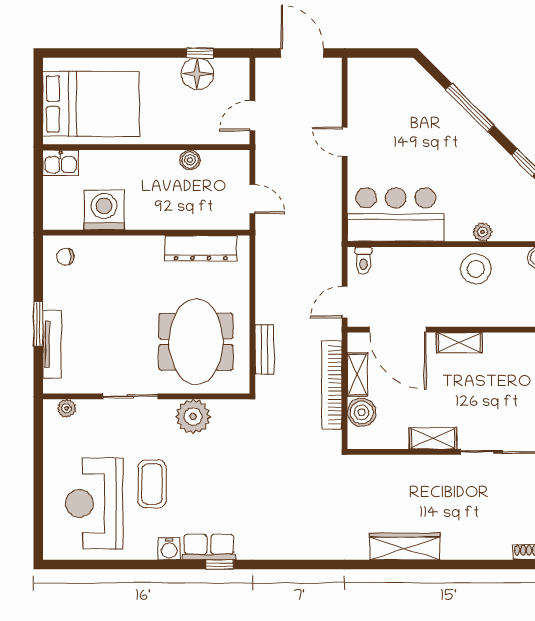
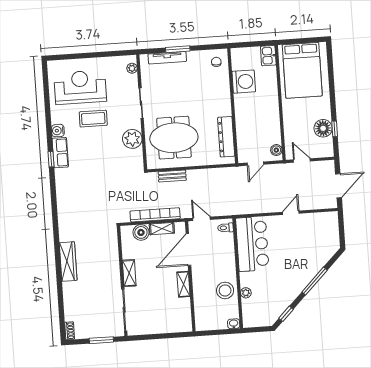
boiler: (190, 160) -> (276, 150), moved

